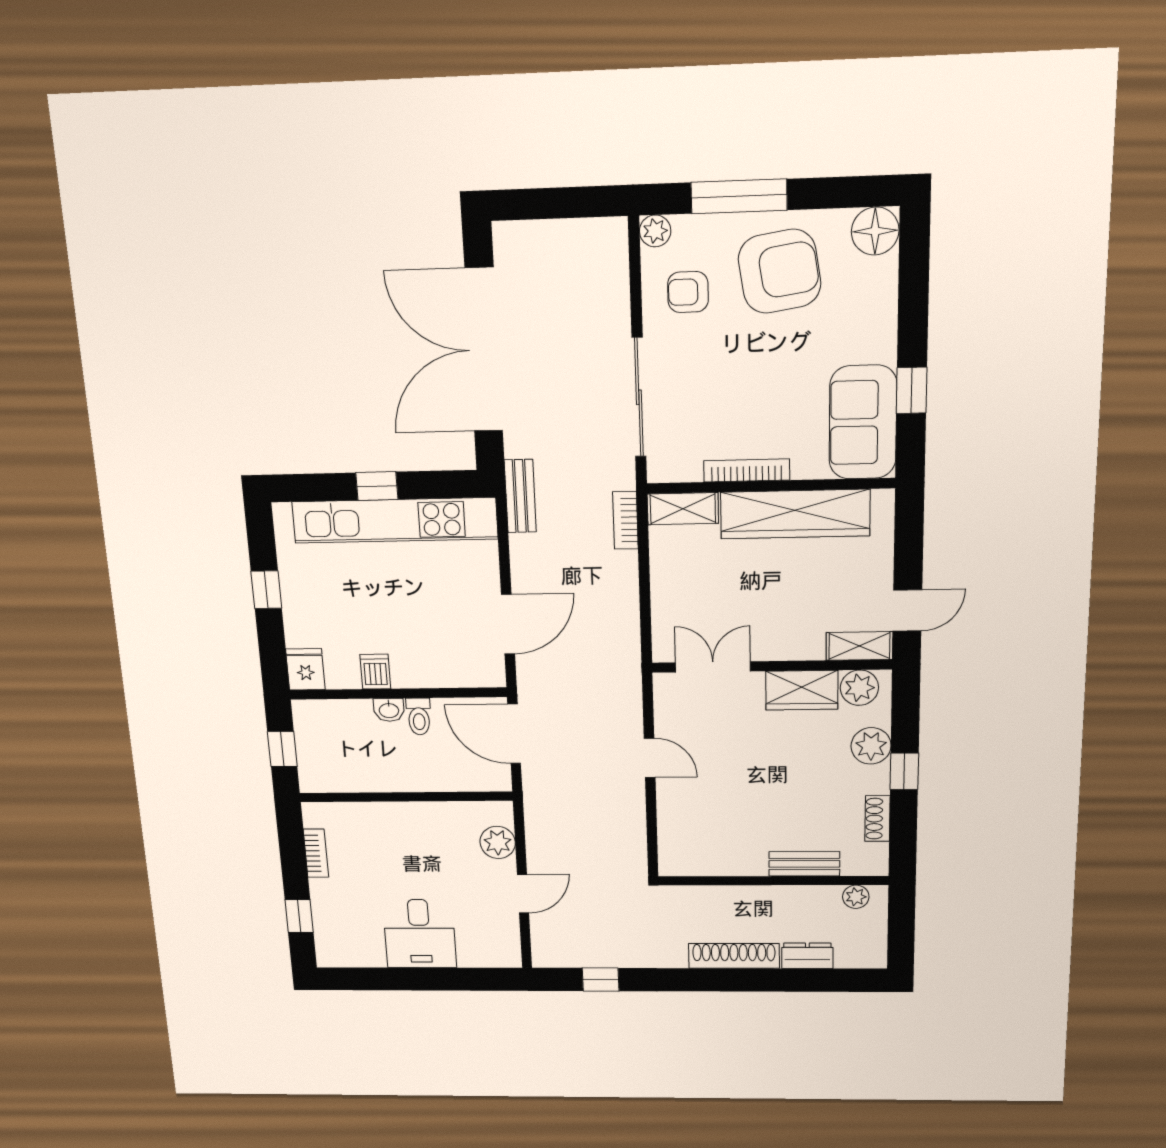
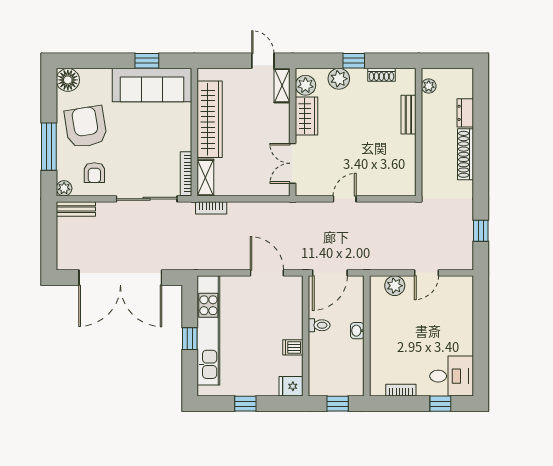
sofa: (863, 422) -> (152, 85), width x1.36
bookcase: (747, 470) -> (186, 174), moved
bench: (520, 496) -> (76, 209), moved
washbasin: (389, 710) -> (357, 331), moved, turned 180
door: (523, 894) -> (426, 273), swing flipped
desk: (420, 934) -> (452, 376), moved

